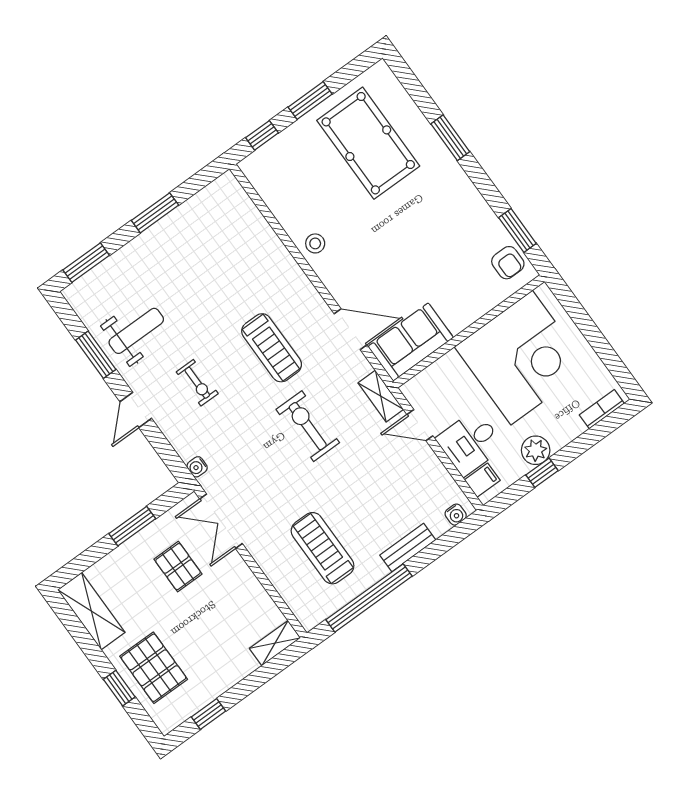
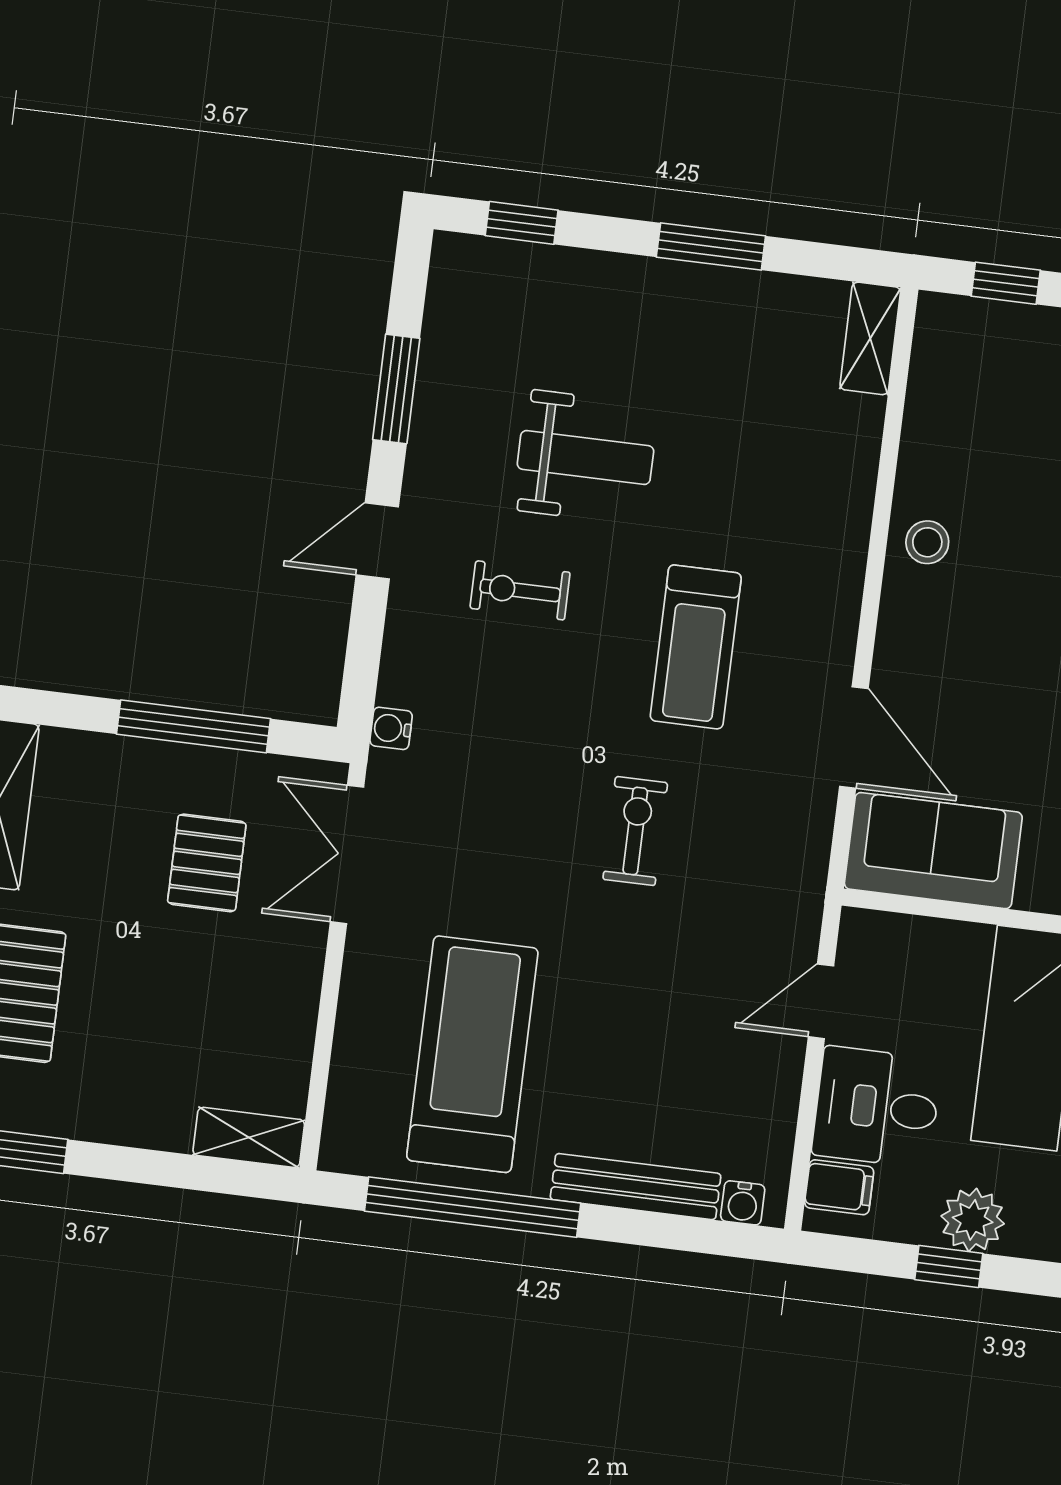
window: (86, 263) -> (522, 223), width x0.67
weight bench: (136, 331) -> (585, 457), moved
exercise bike: (197, 383) -> (520, 590), turned 90
shelving: (381, 396) -> (870, 338), moved
door: (420, 425) -> (821, 1001), hinge flipped
exercise bike: (308, 426) -> (635, 831), width x0.73, depth x0.72
window: (132, 526) -> (194, 726), width x1.44
treadmill: (323, 548) -> (472, 1054), width x1.37, depth x1.38
bench: (408, 548) -> (636, 1187), width x1.36

